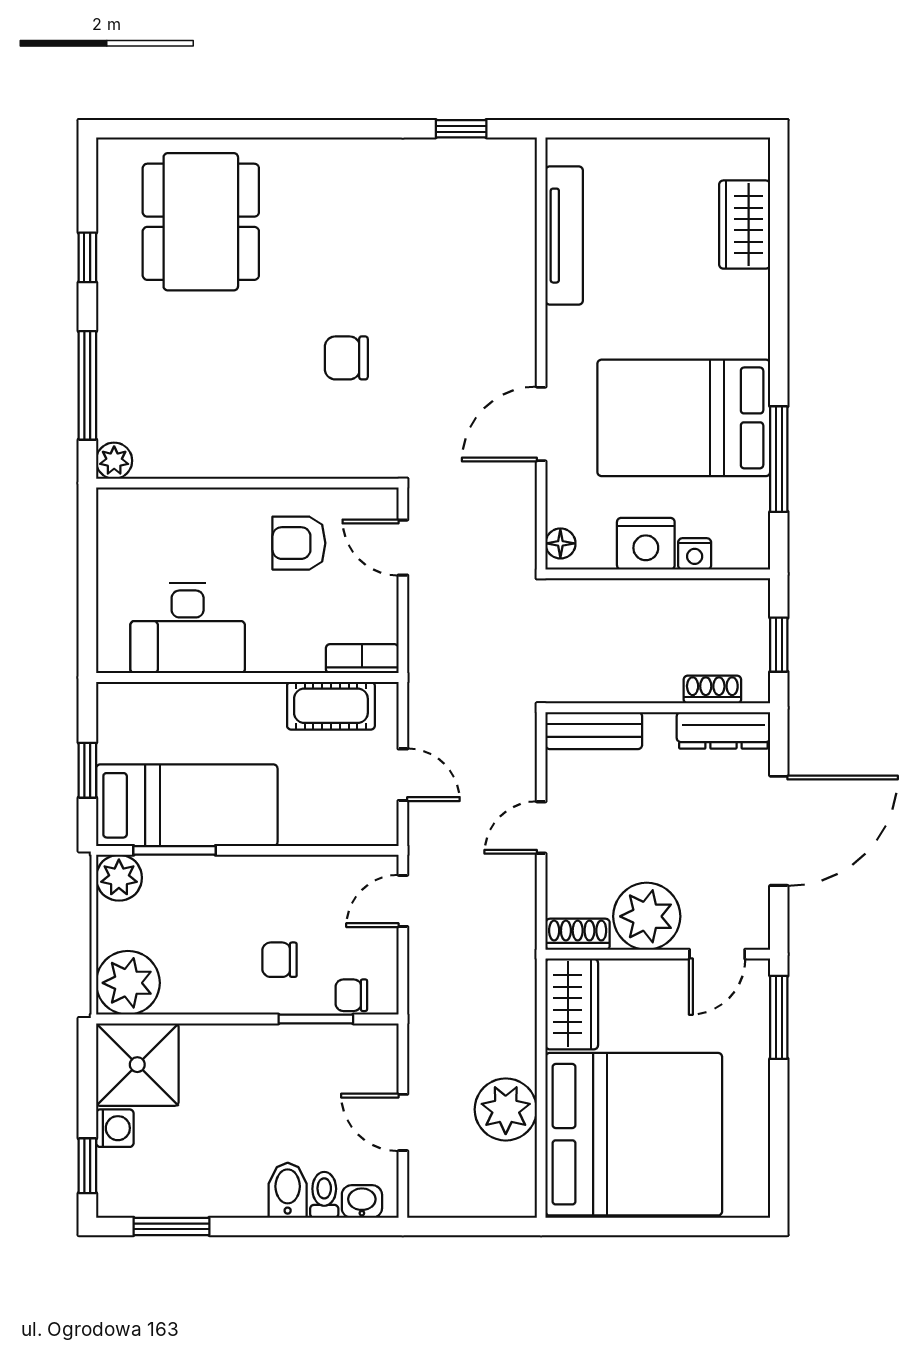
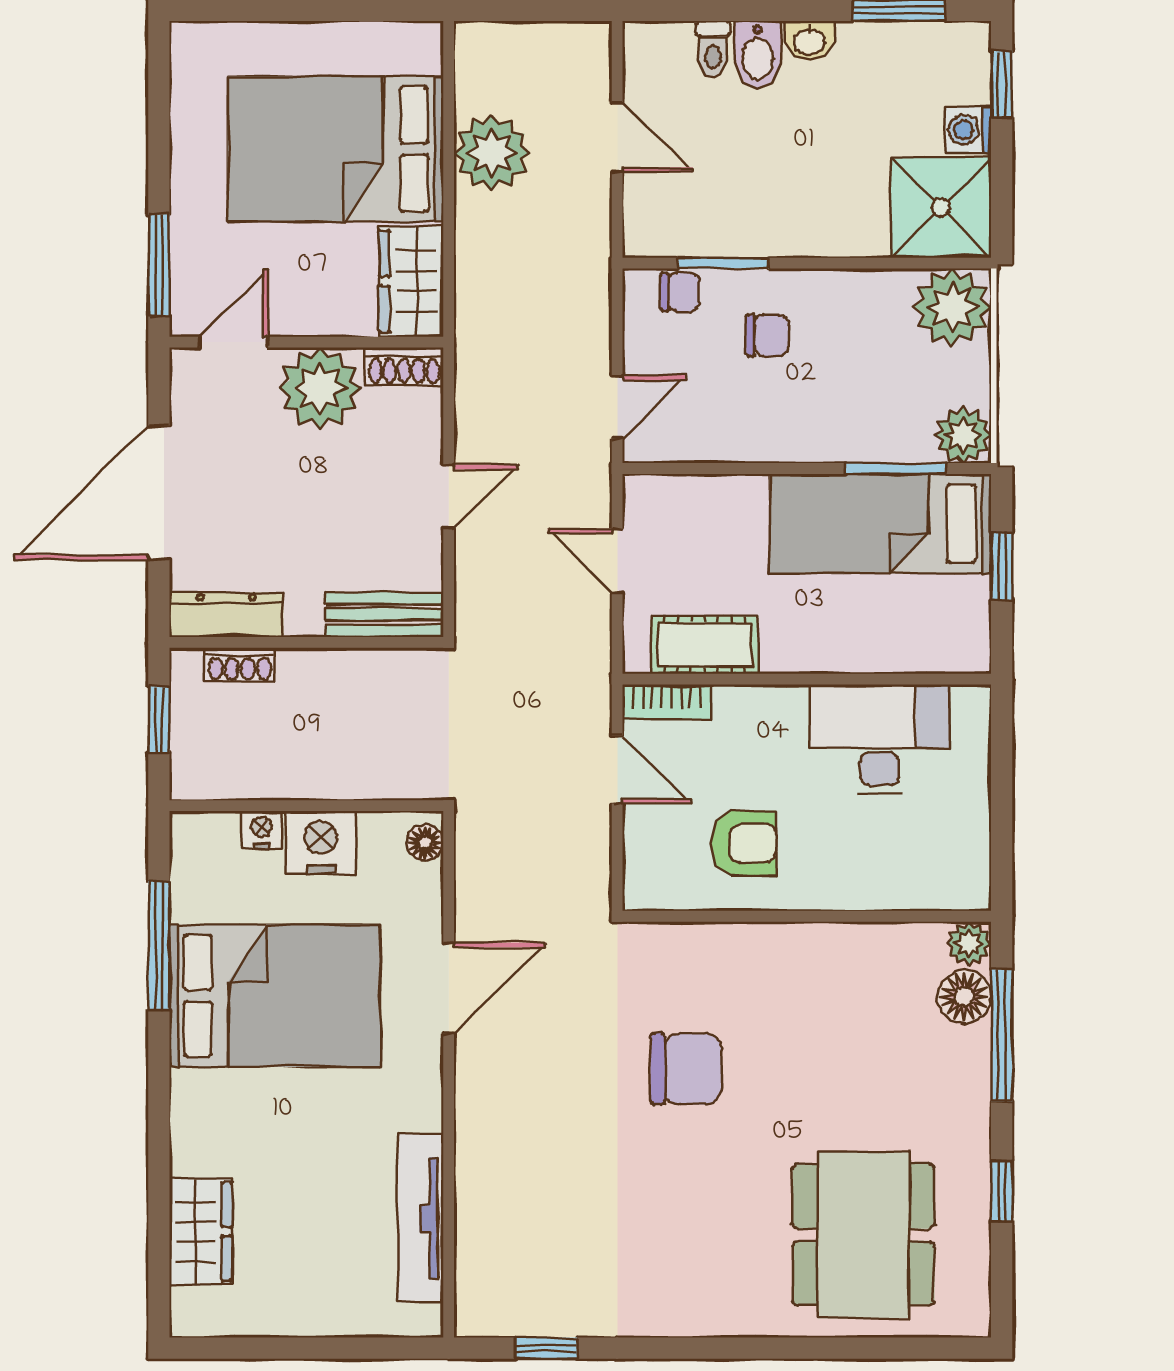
chair: (346, 358) -> (686, 1069), width x1.37, depth x1.37
floor lamp: (118, 417) -> (964, 997), added
door: (403, 548) -> (617, 769), moved
bed: (634, 1134) -> (336, 149), width x0.73
washbasin: (362, 1201) -> (810, 41), moved

